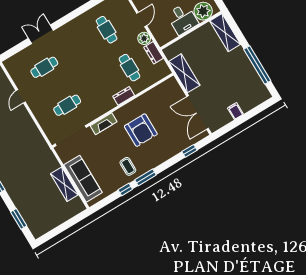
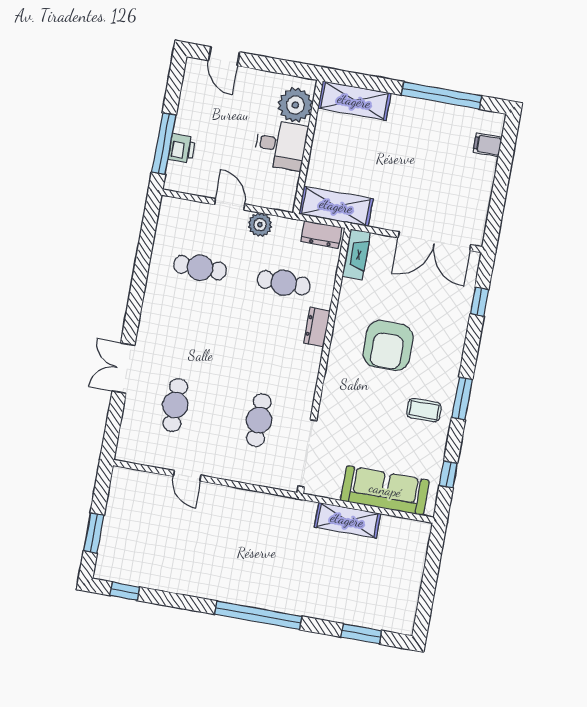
dresser: (153, 53) -> (321, 234), moved
shelving: (184, 73) -> (336, 206), moved
filing cabinet: (235, 111) -> (487, 145), moved
fireplace: (104, 124) -> (356, 254), moved
armchair: (141, 130) -> (388, 345), turned 90
shelving: (64, 184) -> (347, 520), moved
window: (125, 190) -> (448, 474), moved

